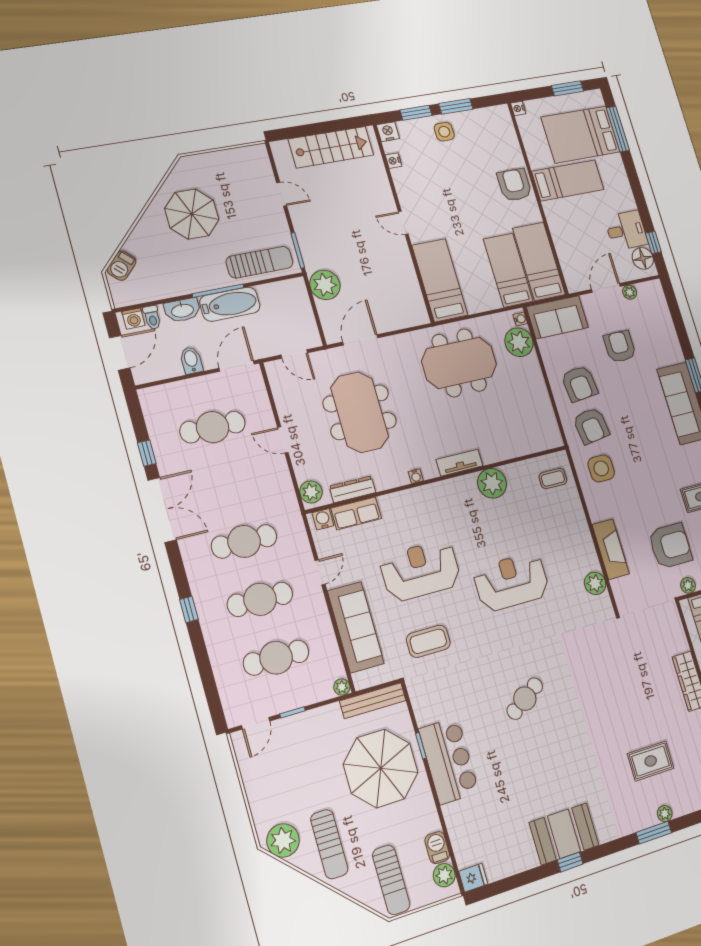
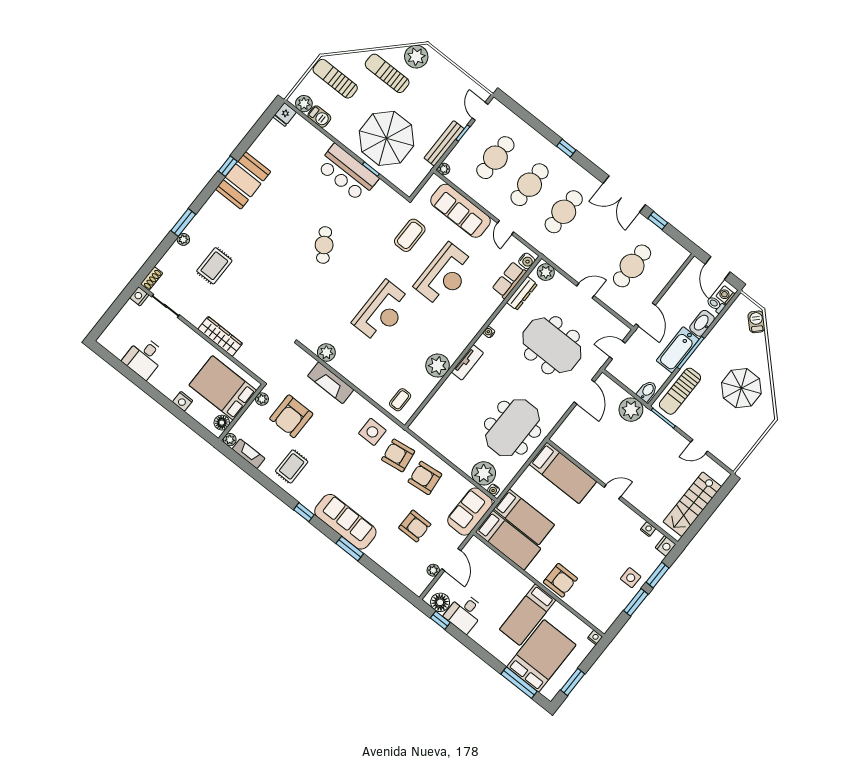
bidet: (191, 360) -> (647, 391), moved, turned -90
bench: (373, 701) -> (444, 143), moved

